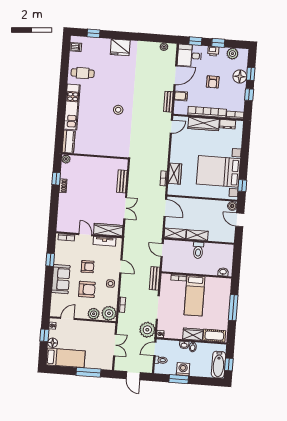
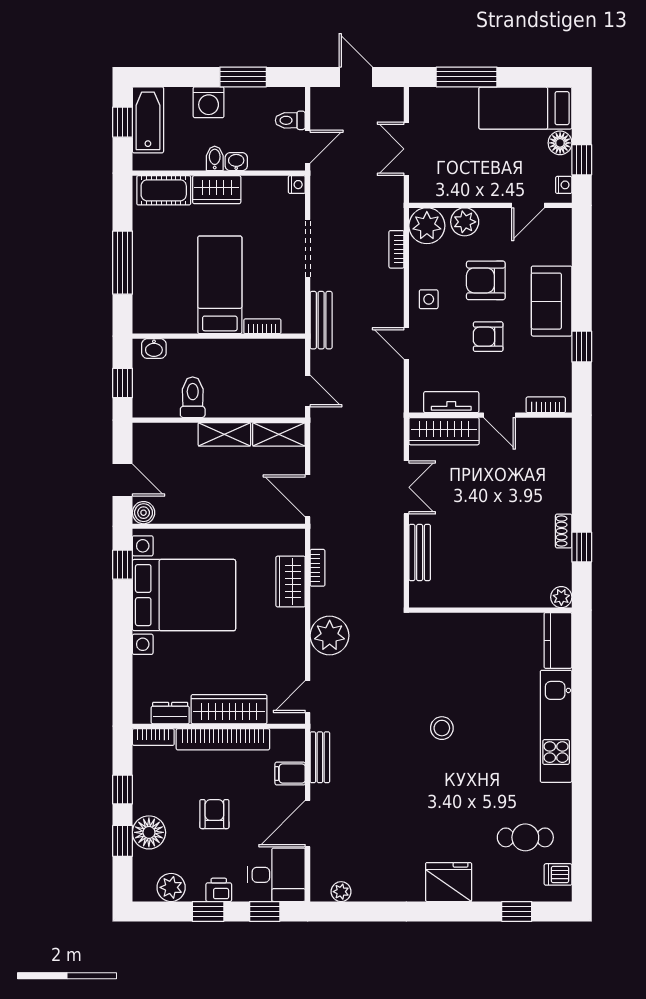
cafe table: (83, 73) -> (525, 837), moved
double door: (125, 208) -> (406, 487), swing flipped
toilet: (198, 250) -> (193, 397), moved
window: (237, 259) -> (123, 383), added
plant: (147, 330) -> (330, 636), moved
washing machine: (183, 369) -> (209, 102), moved

